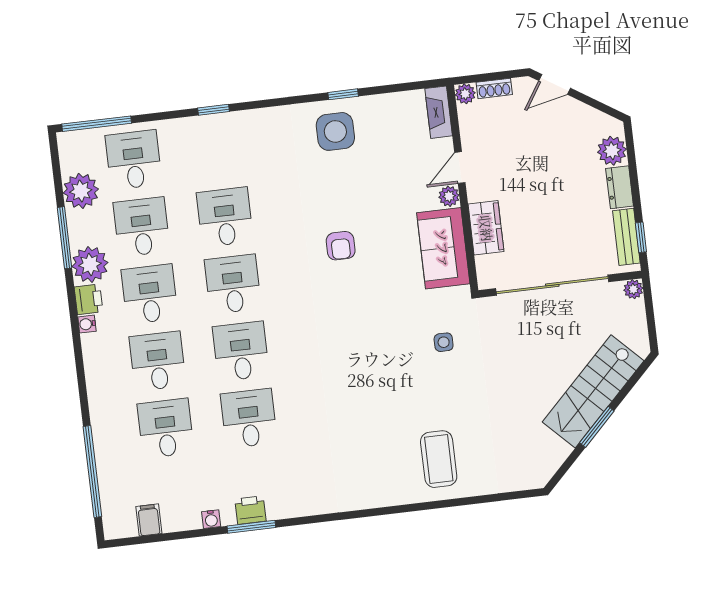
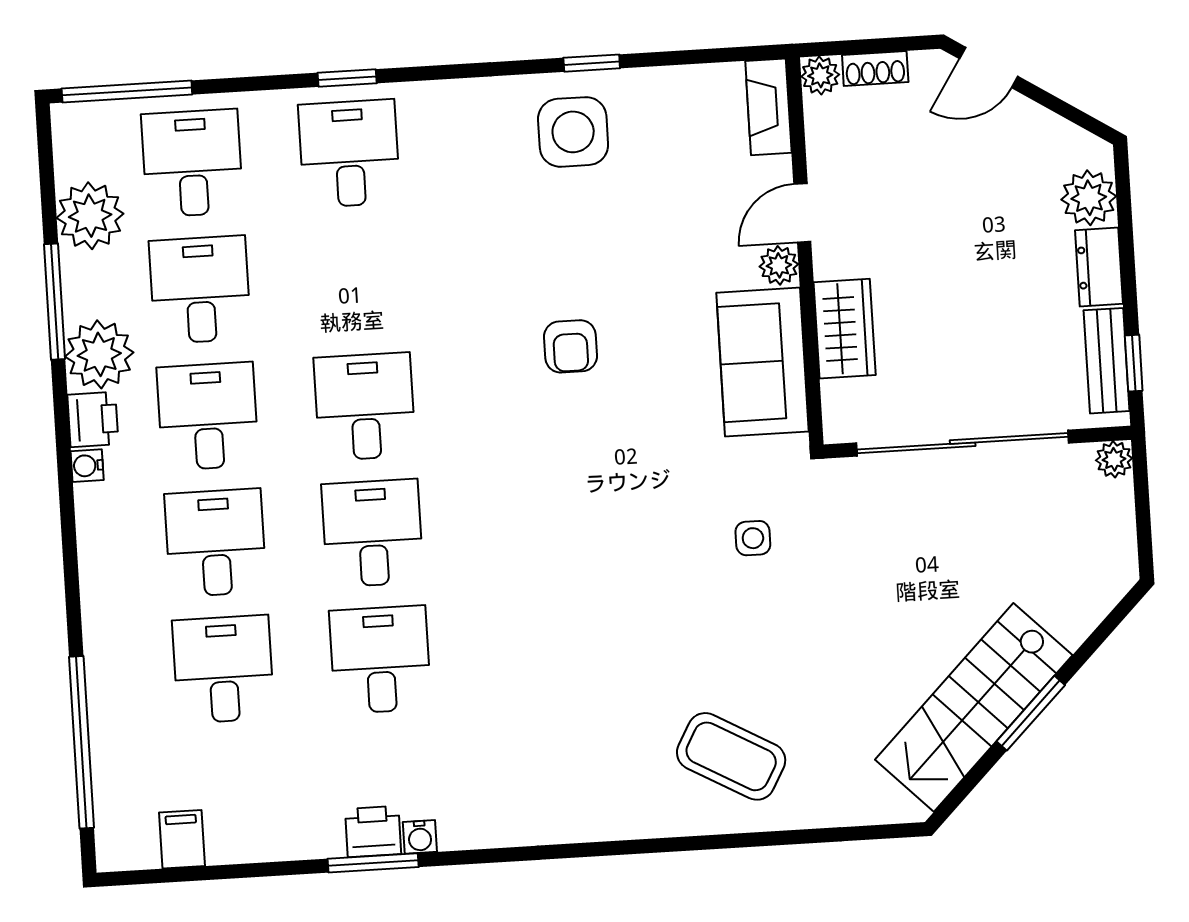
desk: (225, 217) -> (349, 154), moved
stairs: (593, 391) -> (974, 707), moved
coffee table: (439, 459) -> (731, 756), turned -61
water cooler: (211, 519) -> (420, 837), moved

